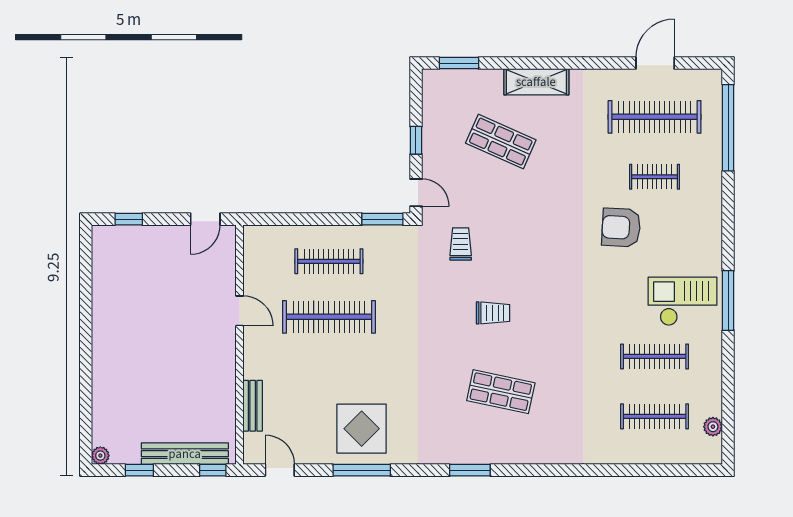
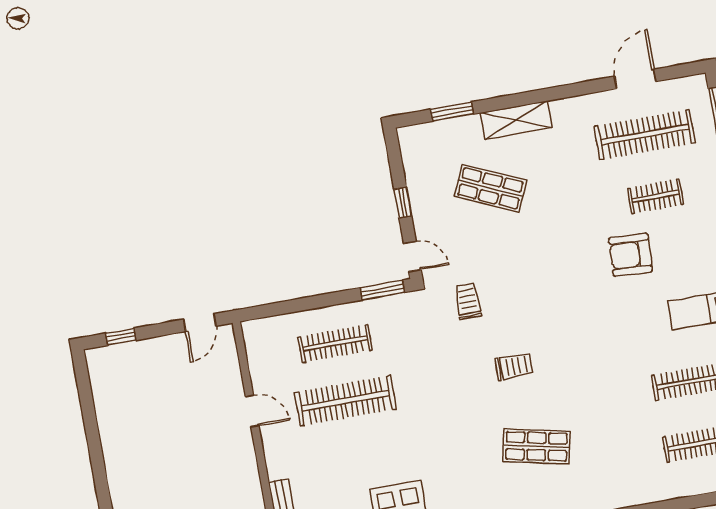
window: (459, 63) -> (452, 112), moved

